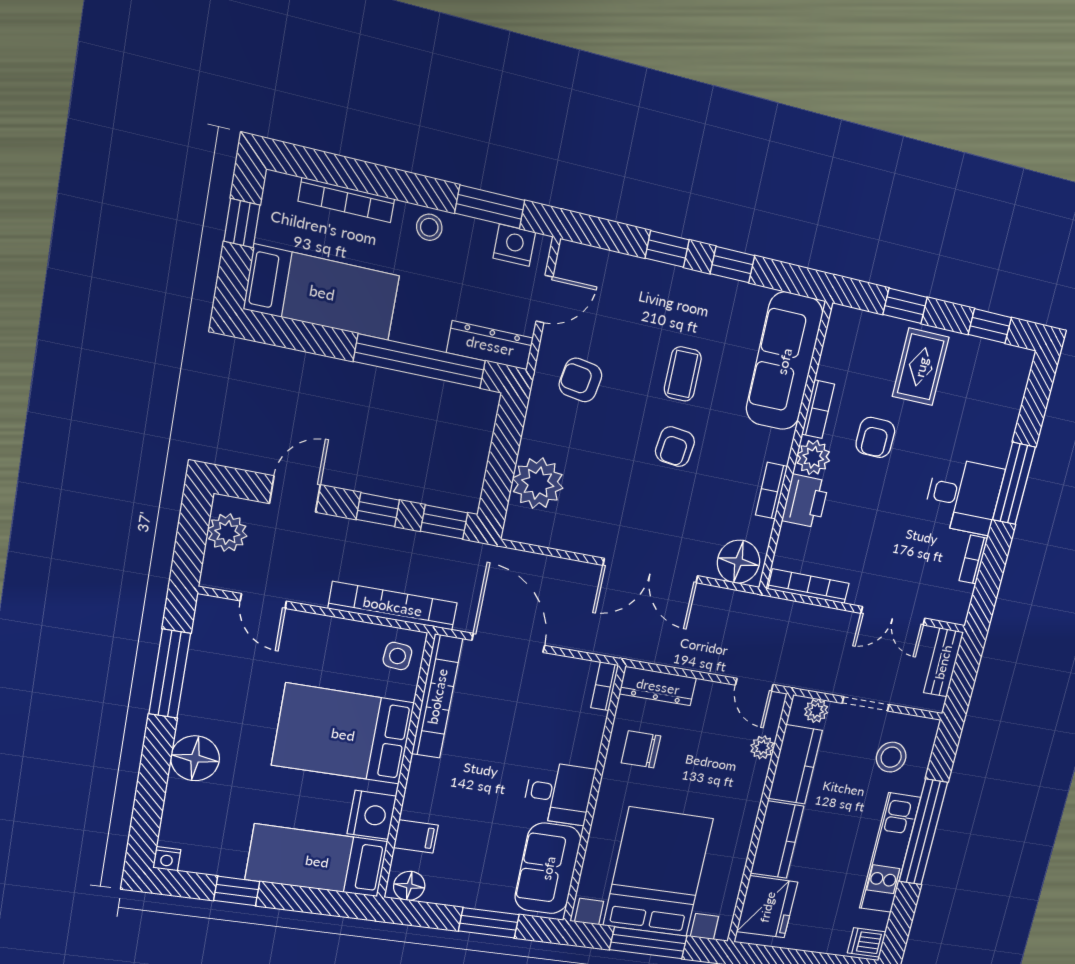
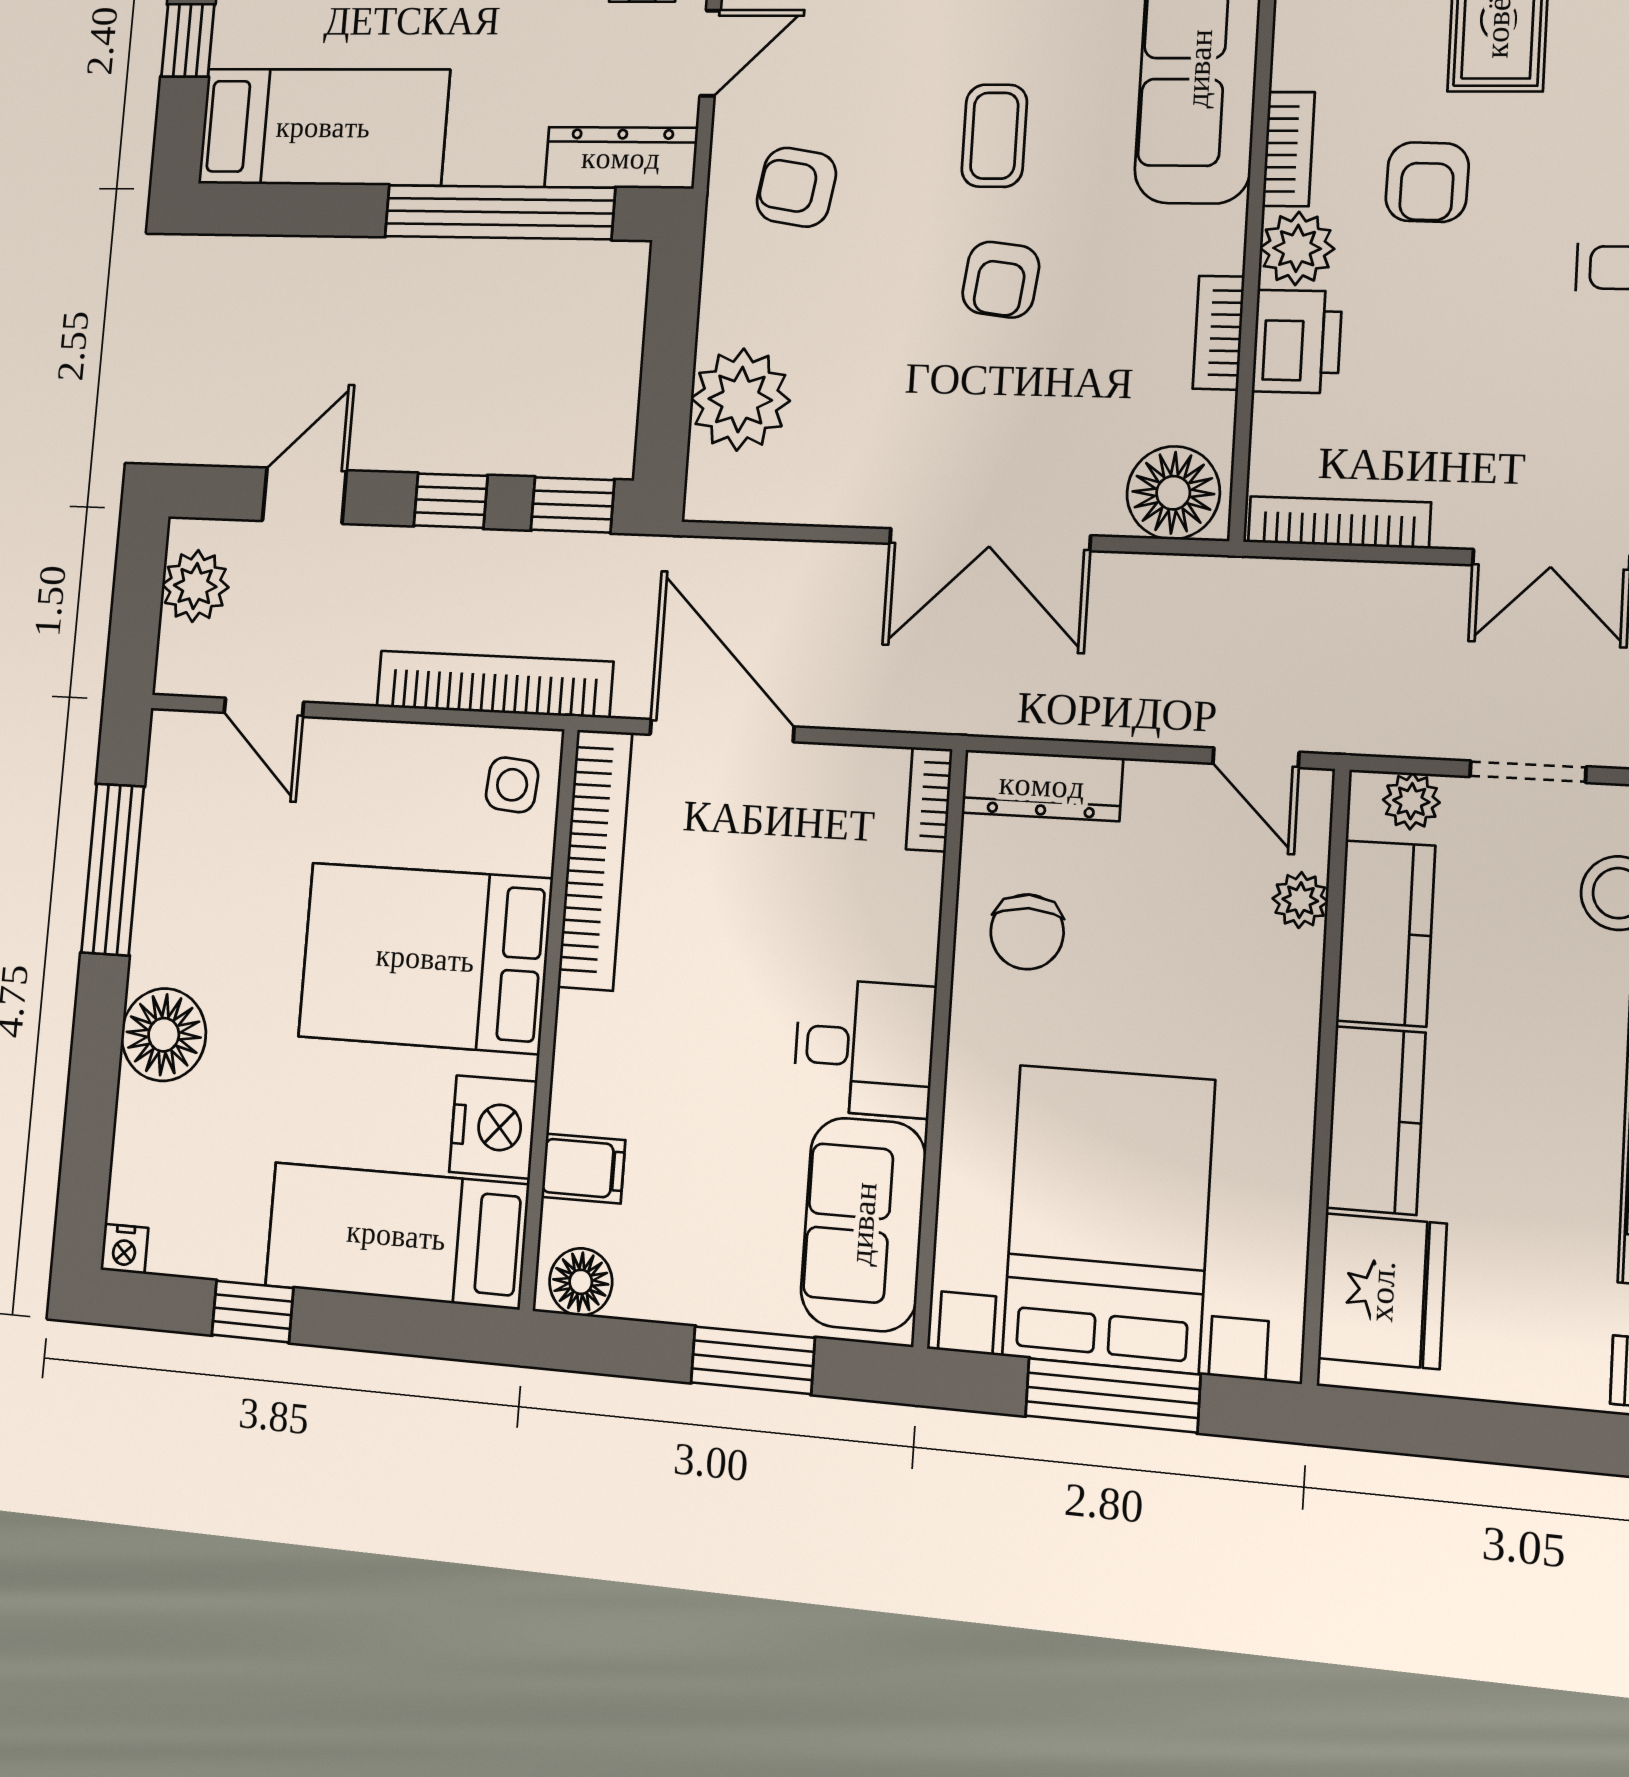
chair: (641, 749) -> (1027, 932), turned -90

